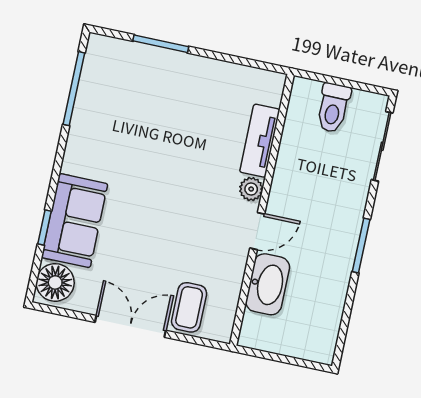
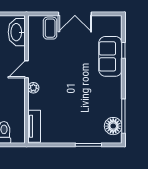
tv unit: (260, 141) -> (34, 126), moved
floor lamp: (55, 282) -> (113, 126), moved
washbasin: (268, 284) -> (17, 32), moved

